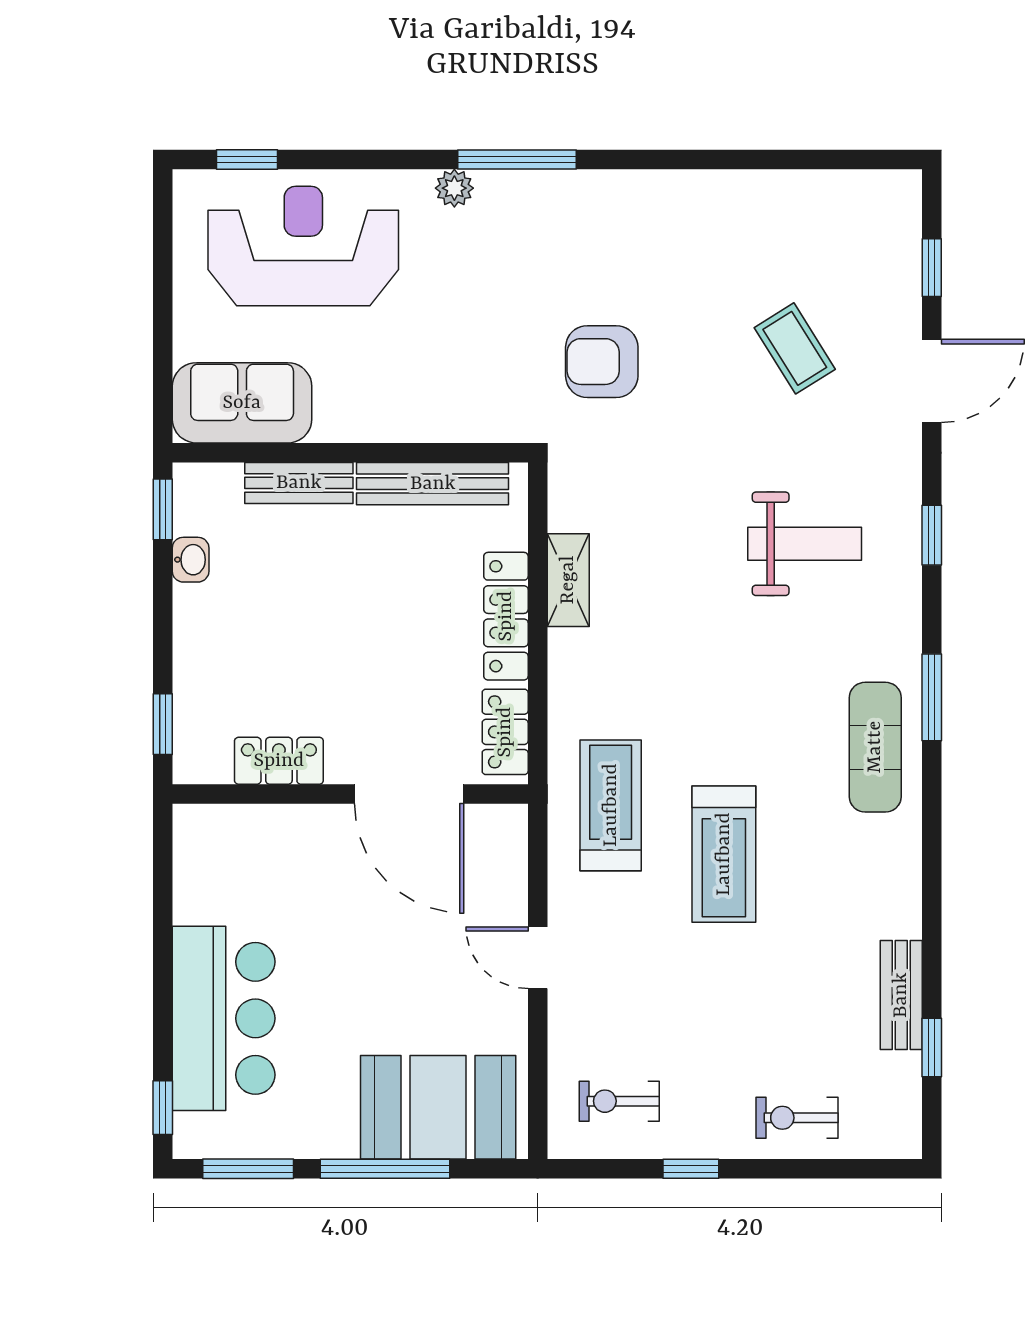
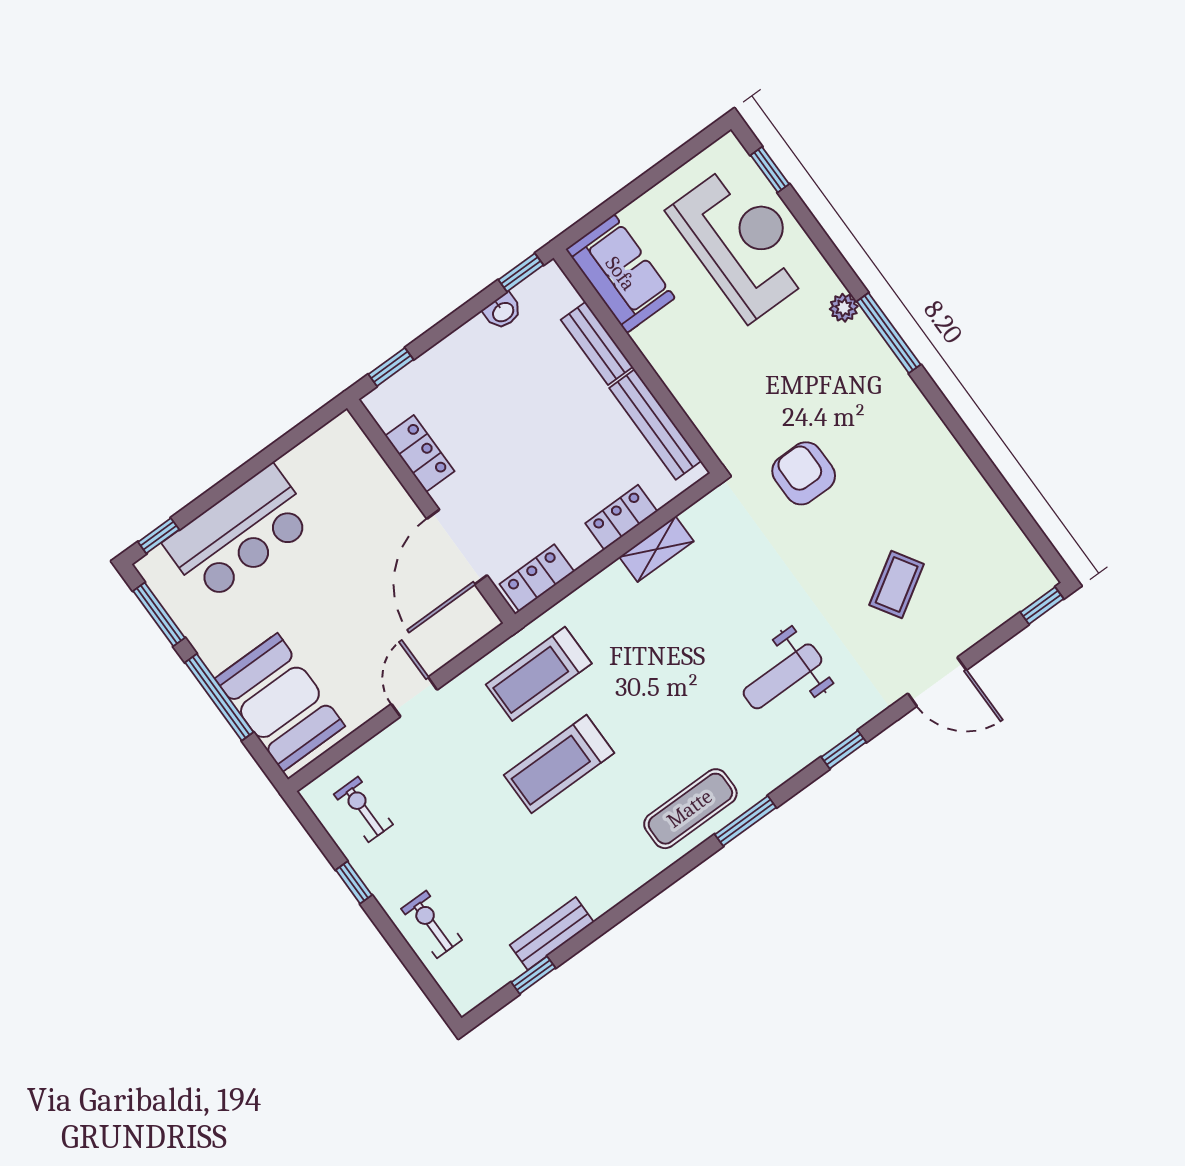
window: (932, 268) -> (1042, 606), moved
weight bench: (805, 544) -> (783, 676), turned 90
locker: (506, 616) -> (621, 517), width x0.66
treadmill: (611, 805) -> (539, 674), turned 180

